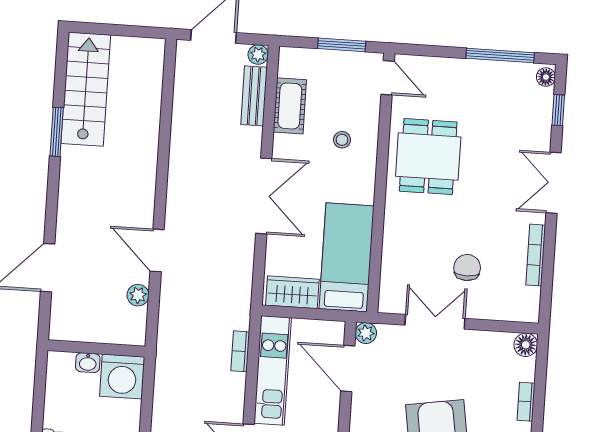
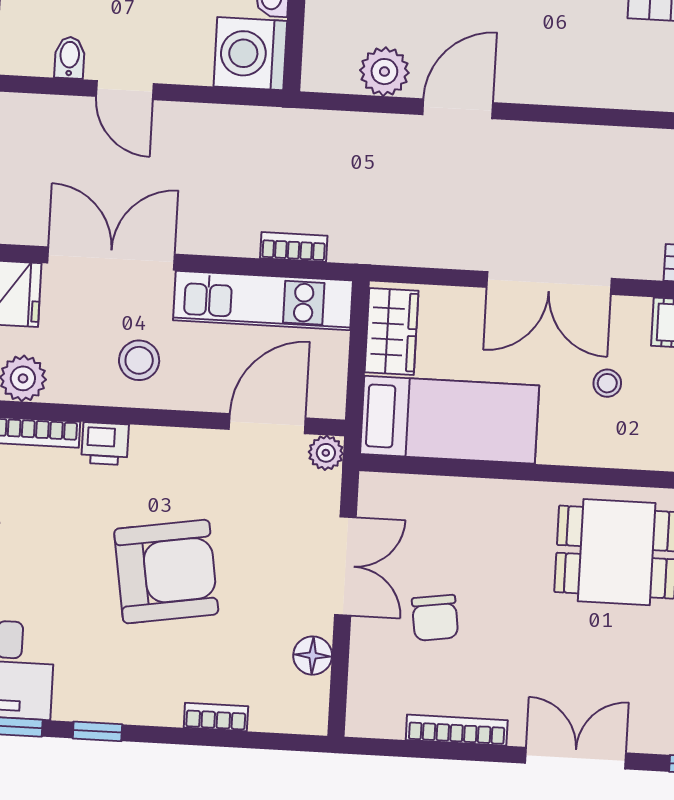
stool: (342, 140) -> (607, 383), moved
chair: (467, 268) -> (435, 618), turned 82
plant: (138, 295) -> (384, 72), width x1.38, depth x1.38
floor lamp: (526, 345) -> (313, 656), moved

